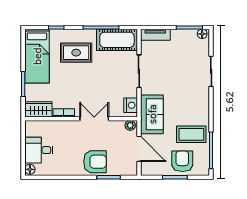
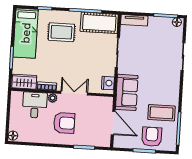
plant: (130, 125) -> (53, 98), moved
desk: (39, 150) -> (35, 105), moved, turned 90
armchair: (95, 162) -> (64, 123), moved

